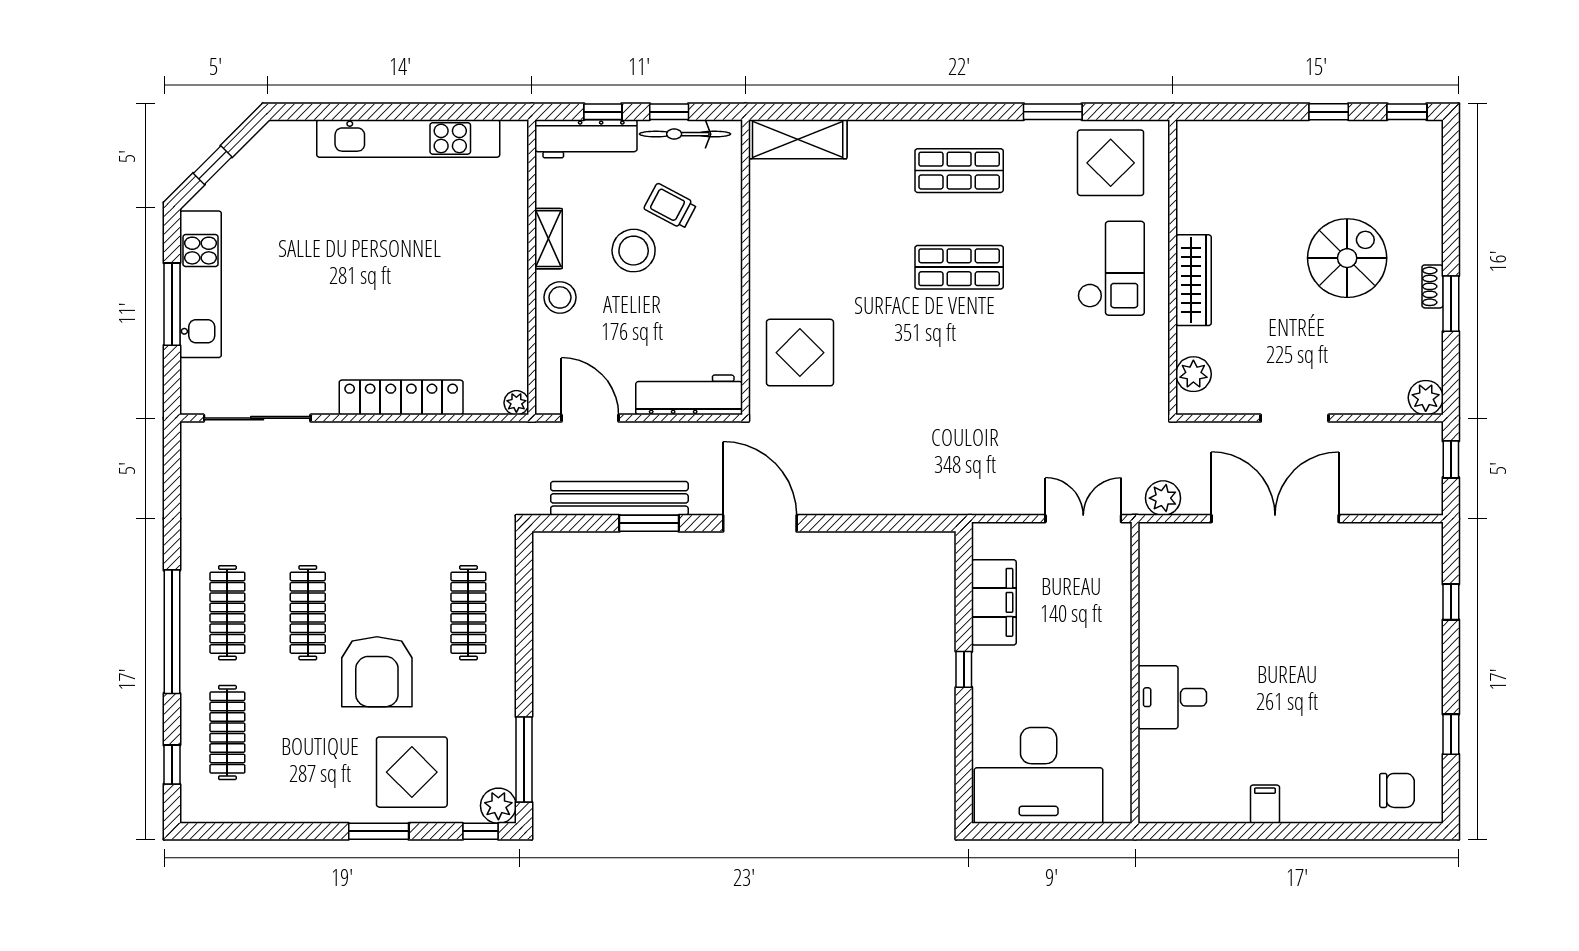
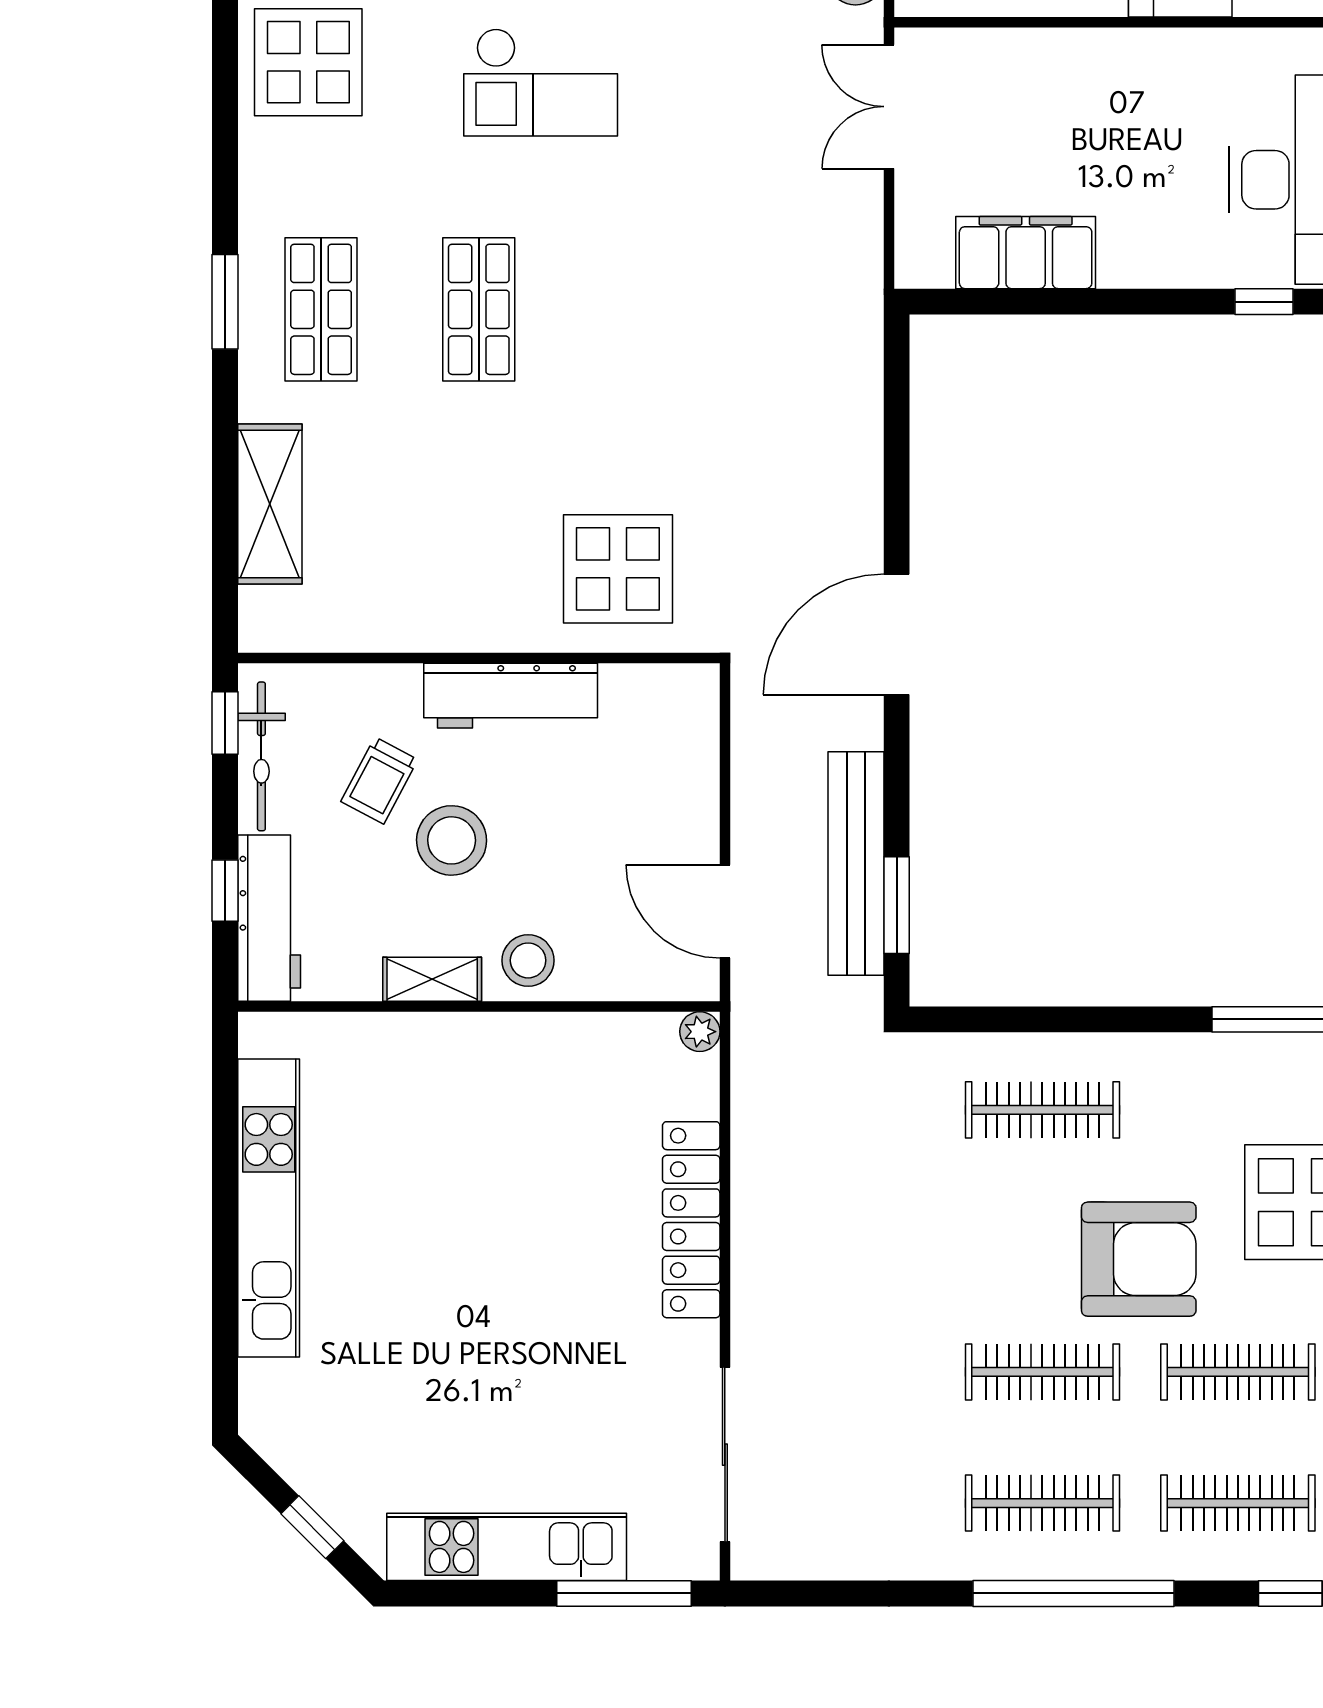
window: (669, 112) -> (225, 723), moved
window: (1053, 112) -> (225, 302), moved
shelving: (798, 139) -> (270, 504), moved
checkout: (1111, 268) -> (541, 82), moved, turned 180
window: (172, 304) -> (624, 1593), moved
workbench: (689, 395) -> (511, 696), moved, turned -90
door: (590, 418) -> (725, 911), hinge flipped
window: (649, 523) -> (897, 905), moved
window: (964, 669) -> (1264, 302), moved
clothes rail: (308, 733) -> (1238, 1372), added

